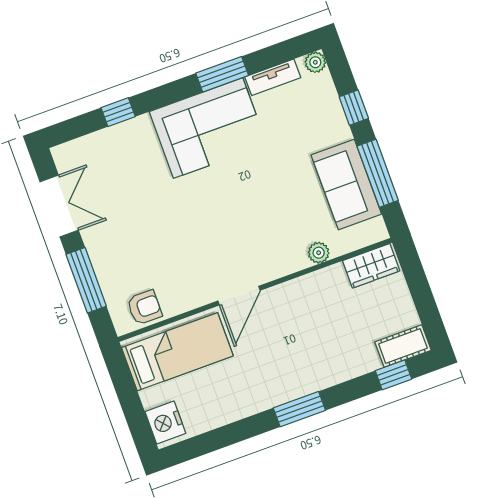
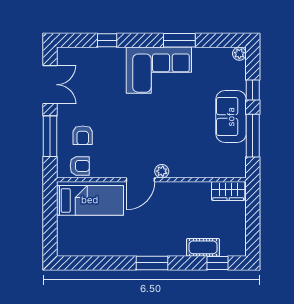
tv unit: (273, 77) -> (210, 53), removed
sofa: (346, 184) -> (231, 117), moved
plant: (319, 253) -> (162, 171), moved
armchair: (133, 262) -> (83, 135), added
cot: (403, 346) -> (203, 247), moved
nightstand: (165, 423) -> (67, 241), removed

